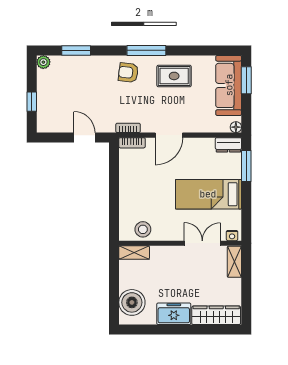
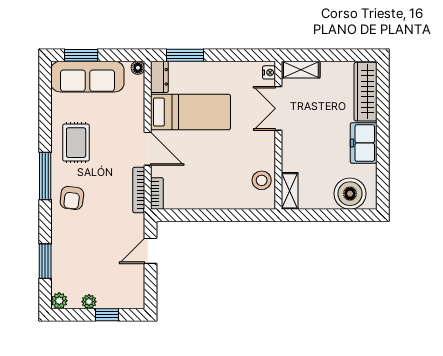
plant: (43, 87) -> (89, 302), added
bookcase: (128, 128) -> (139, 190), width x1.56
bed: (208, 194) -> (190, 112), moved, turned -90

